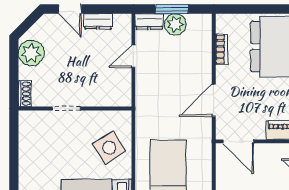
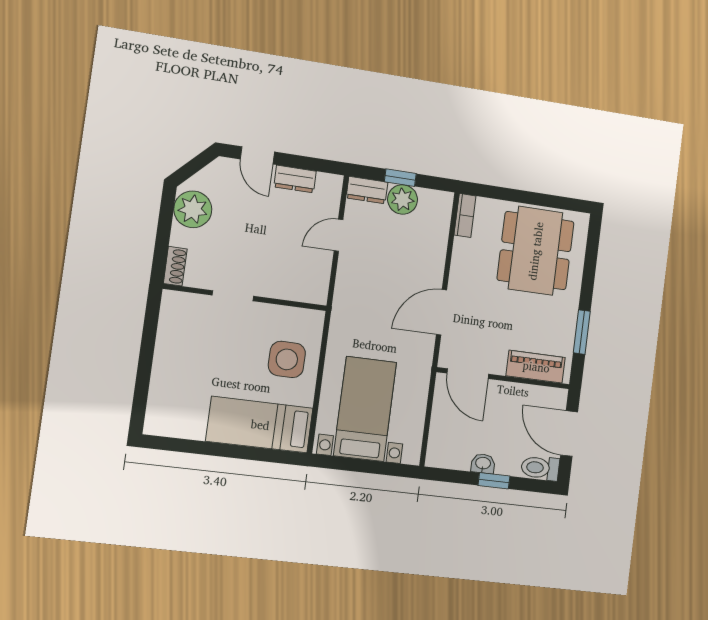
window: (172, 9) -> (400, 178), width x0.67
bookcase: (222, 49) -> (465, 215), moved
side table: (109, 148) -> (287, 359), turned 33

